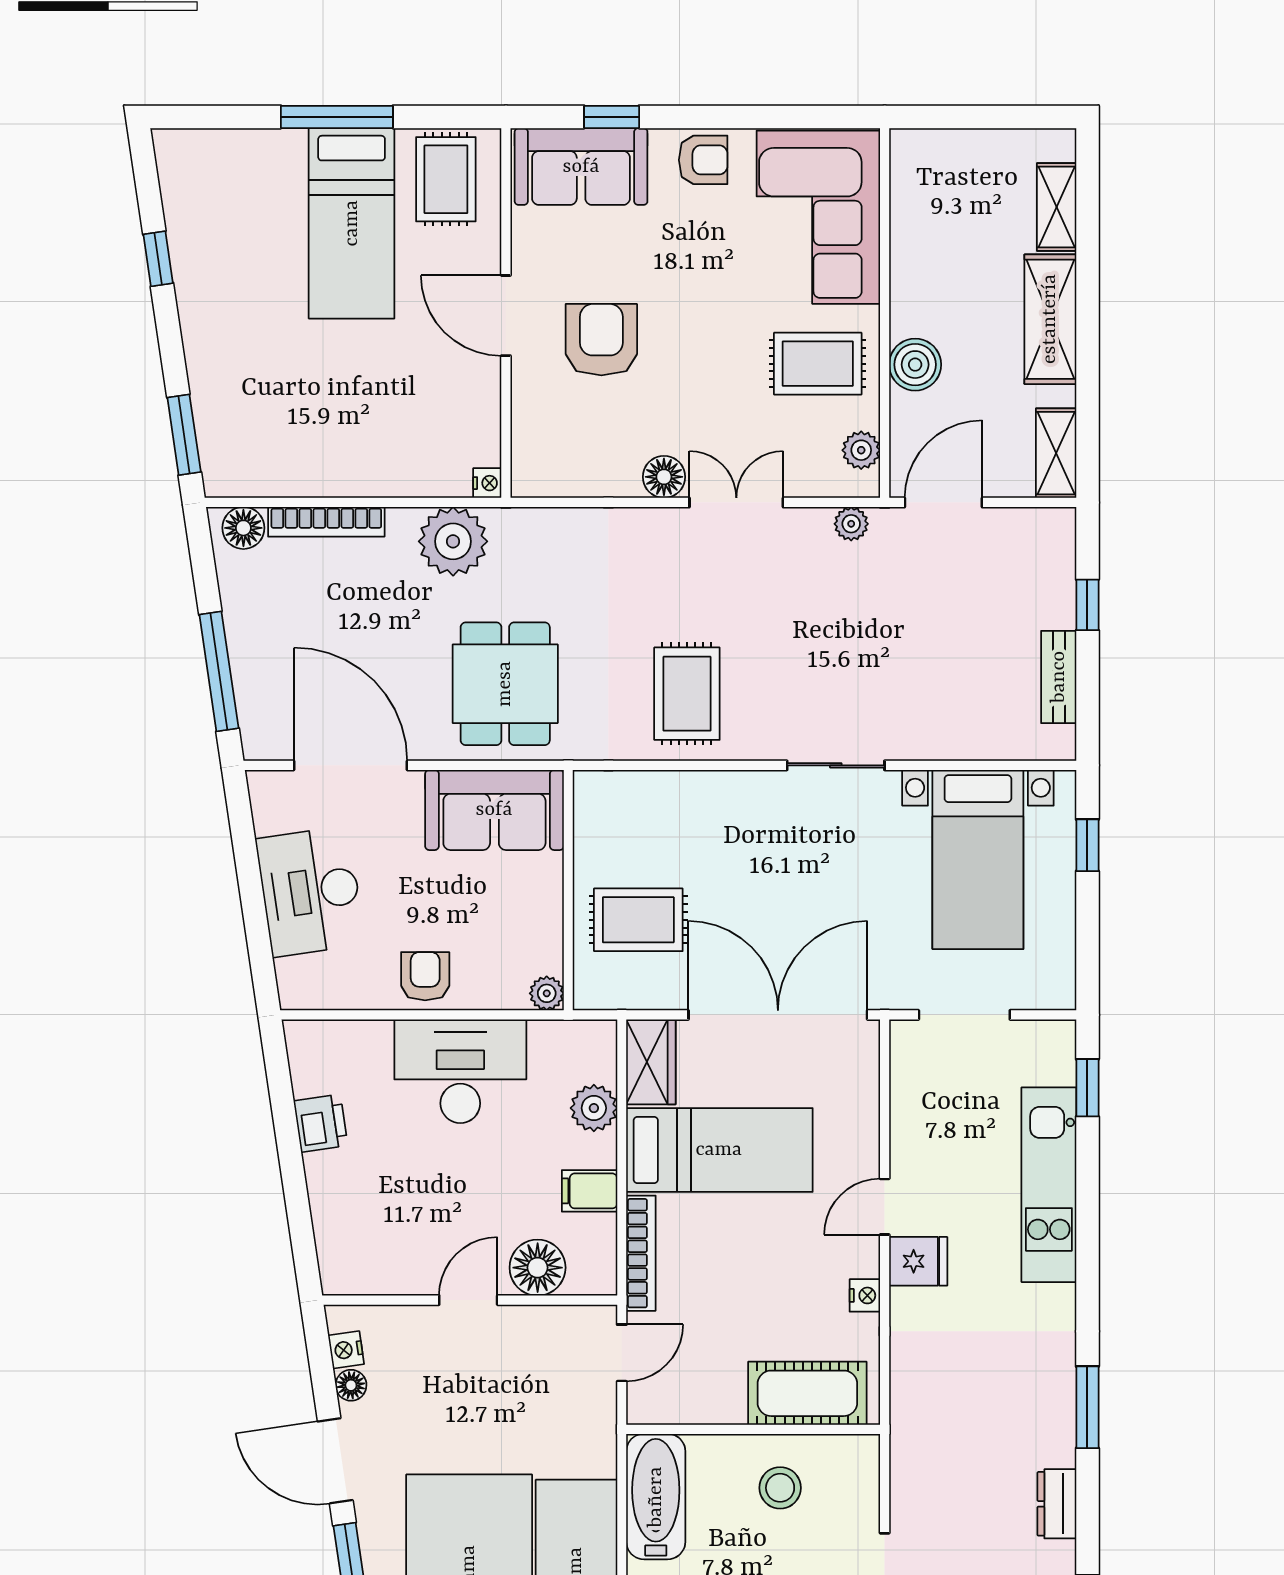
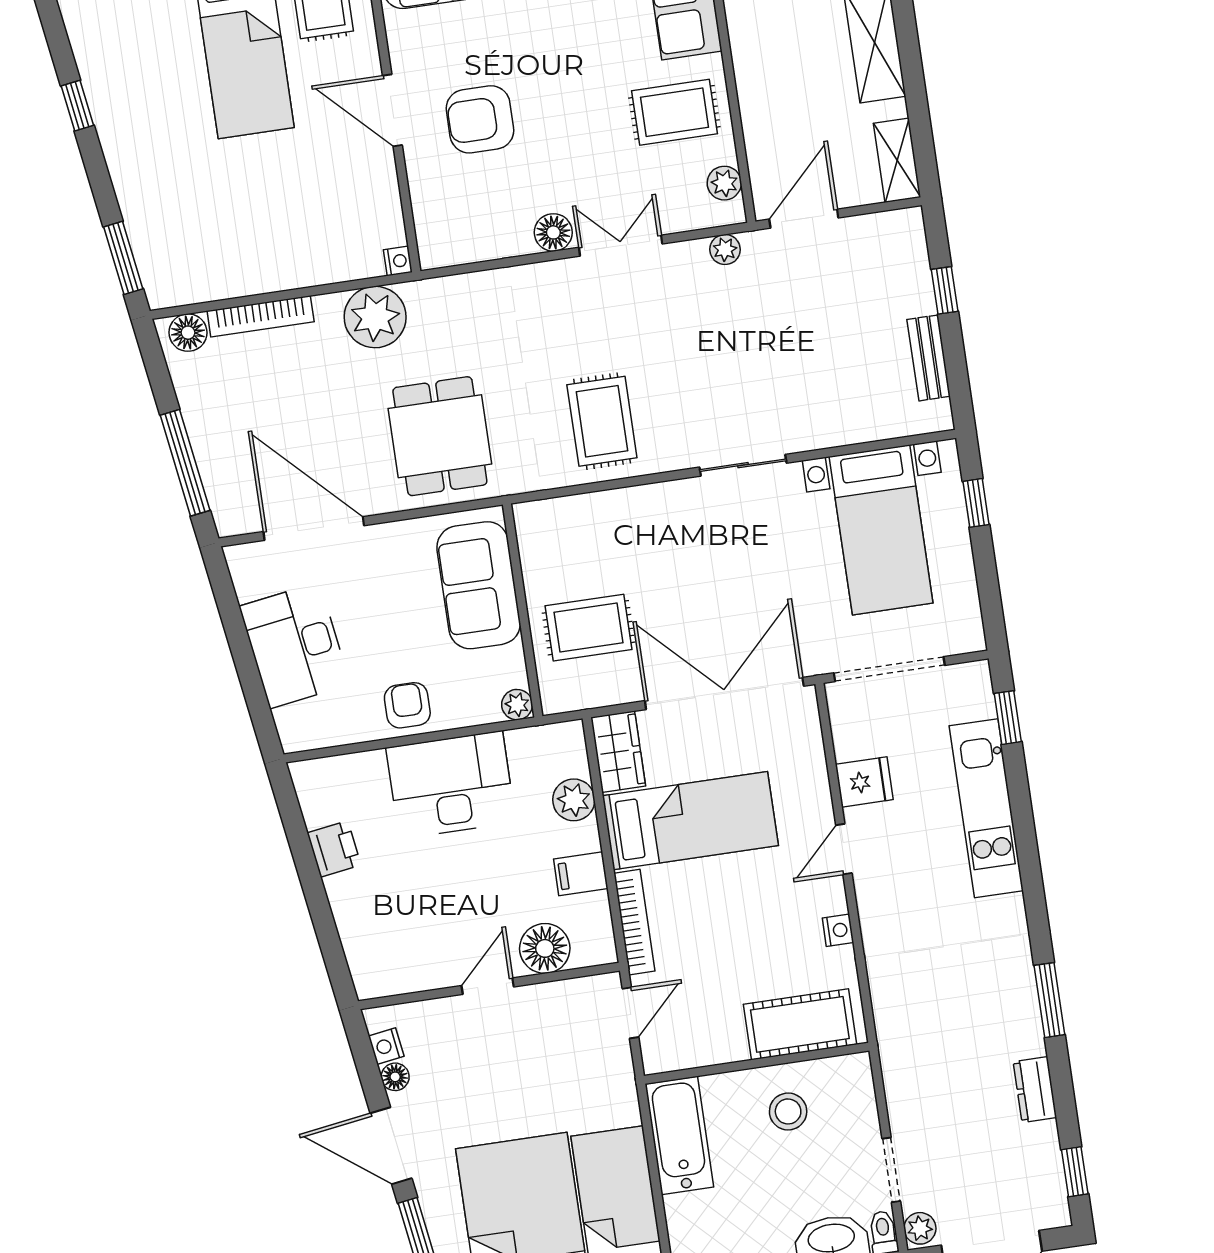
armchair: (601, 340) -> (480, 119), turned -90
boiler: (915, 365) -> (761, 100), removed
sofa: (494, 810) -> (479, 585), moved, turned 90
doorway: (964, 1015) -> (889, 669), width x1.36
fridge: (918, 1261) -> (864, 782), moved

